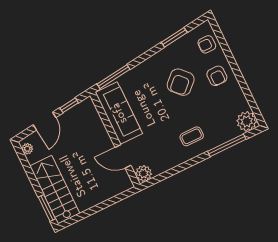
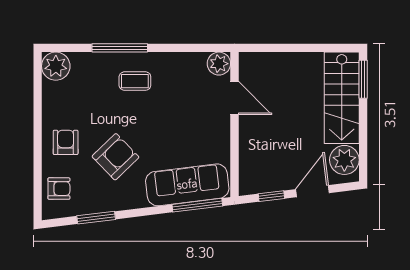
sofa: (119, 113) -> (187, 185), moved, turned 83
window: (227, 145) -> (120, 48), moved
plant: (27, 149) -> (344, 160), width x1.87, depth x1.87

